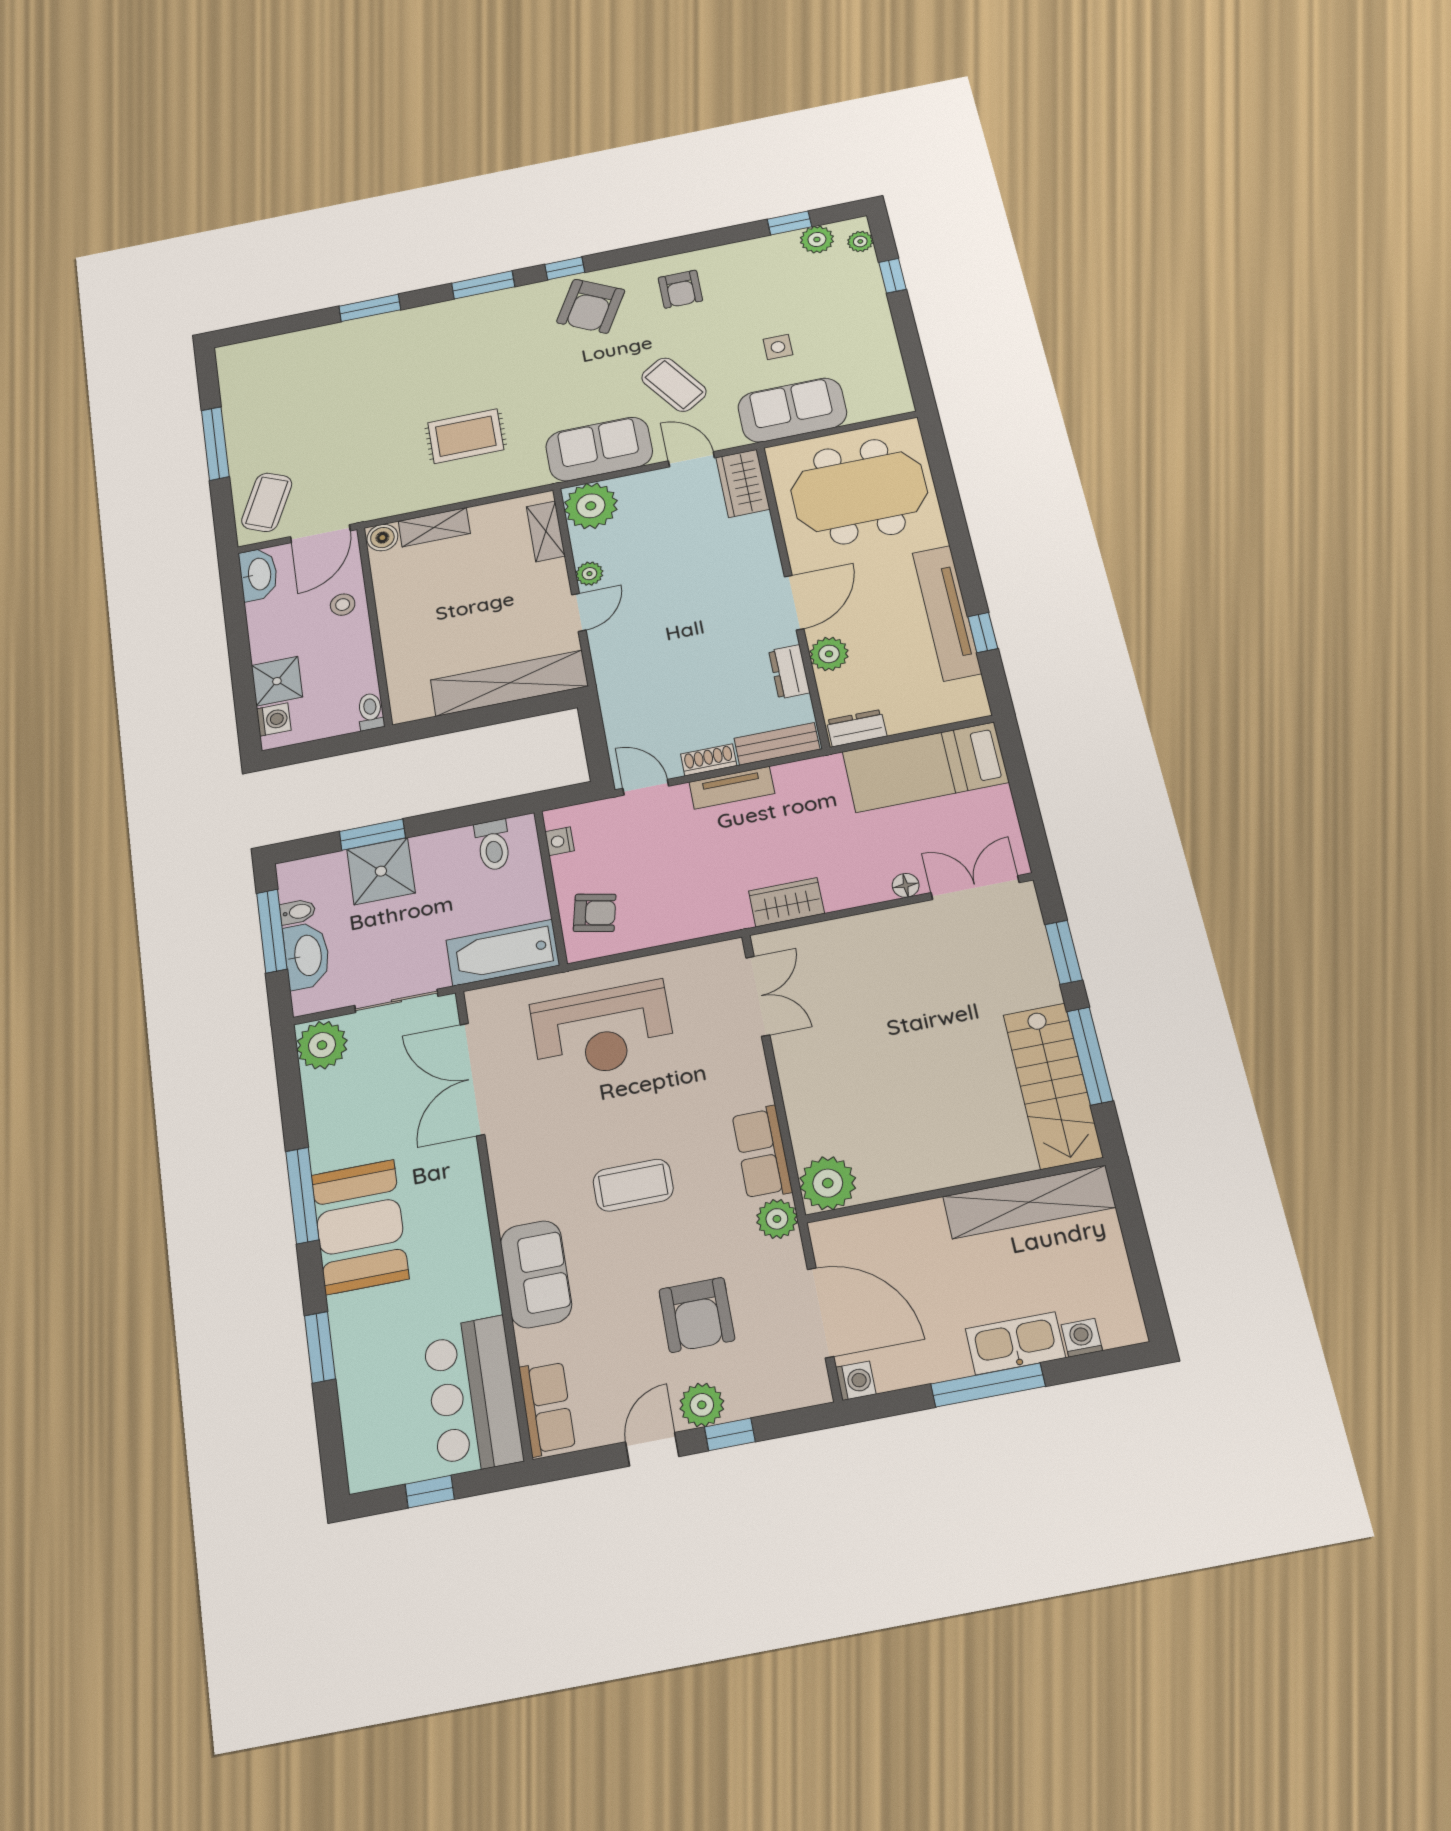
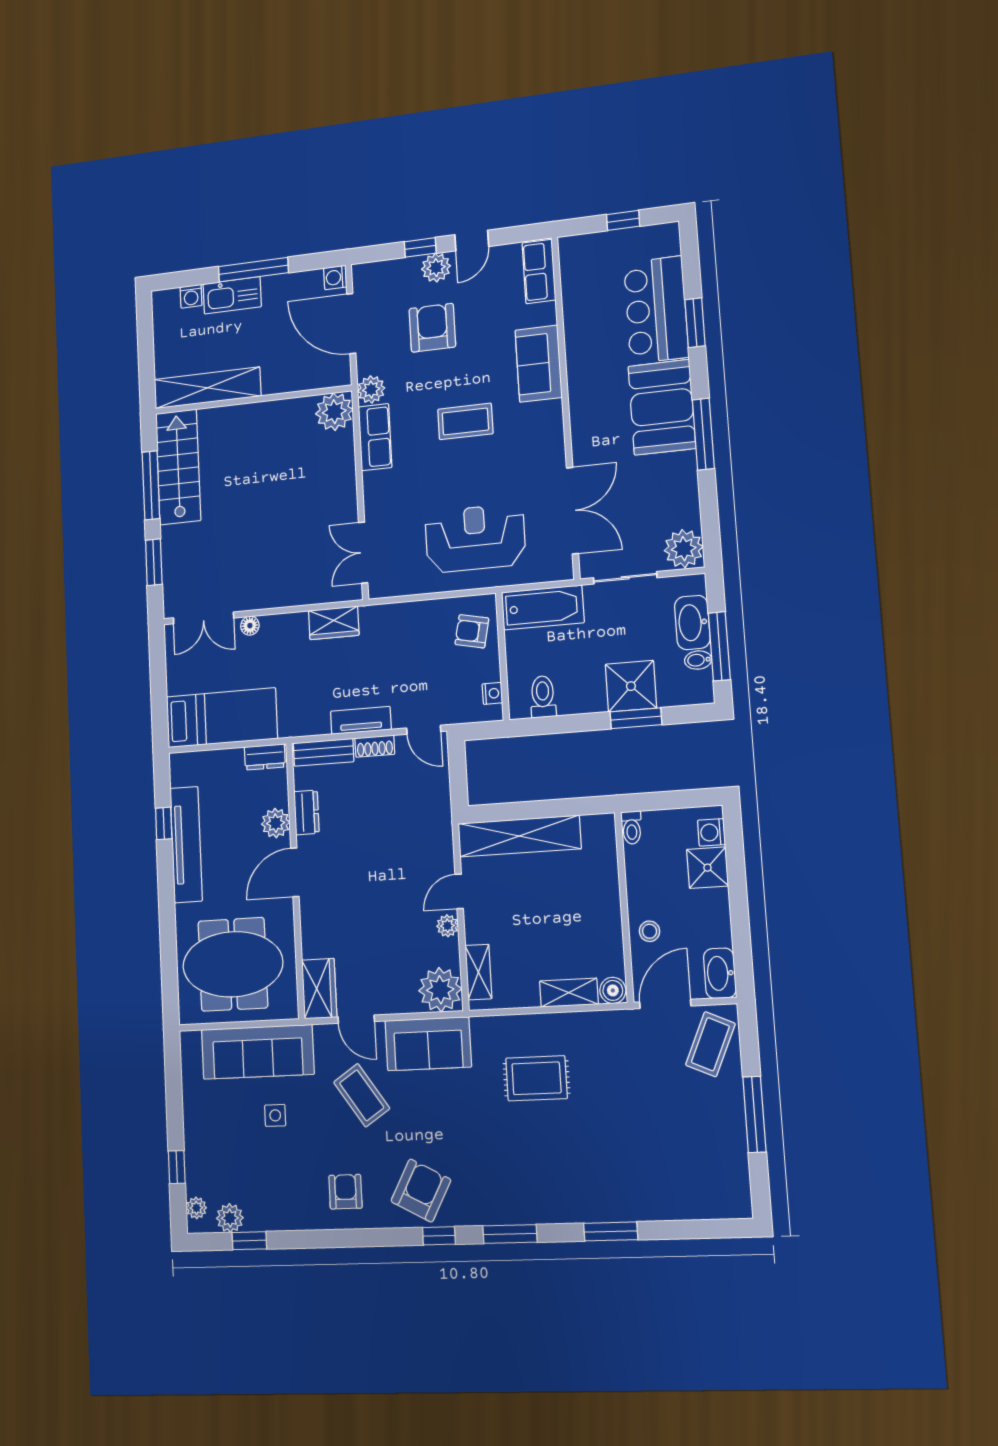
sofa: (792, 410) -> (258, 1052), width x1.36
bar counter: (473, 1395) -> (656, 310), moved, turned 180

